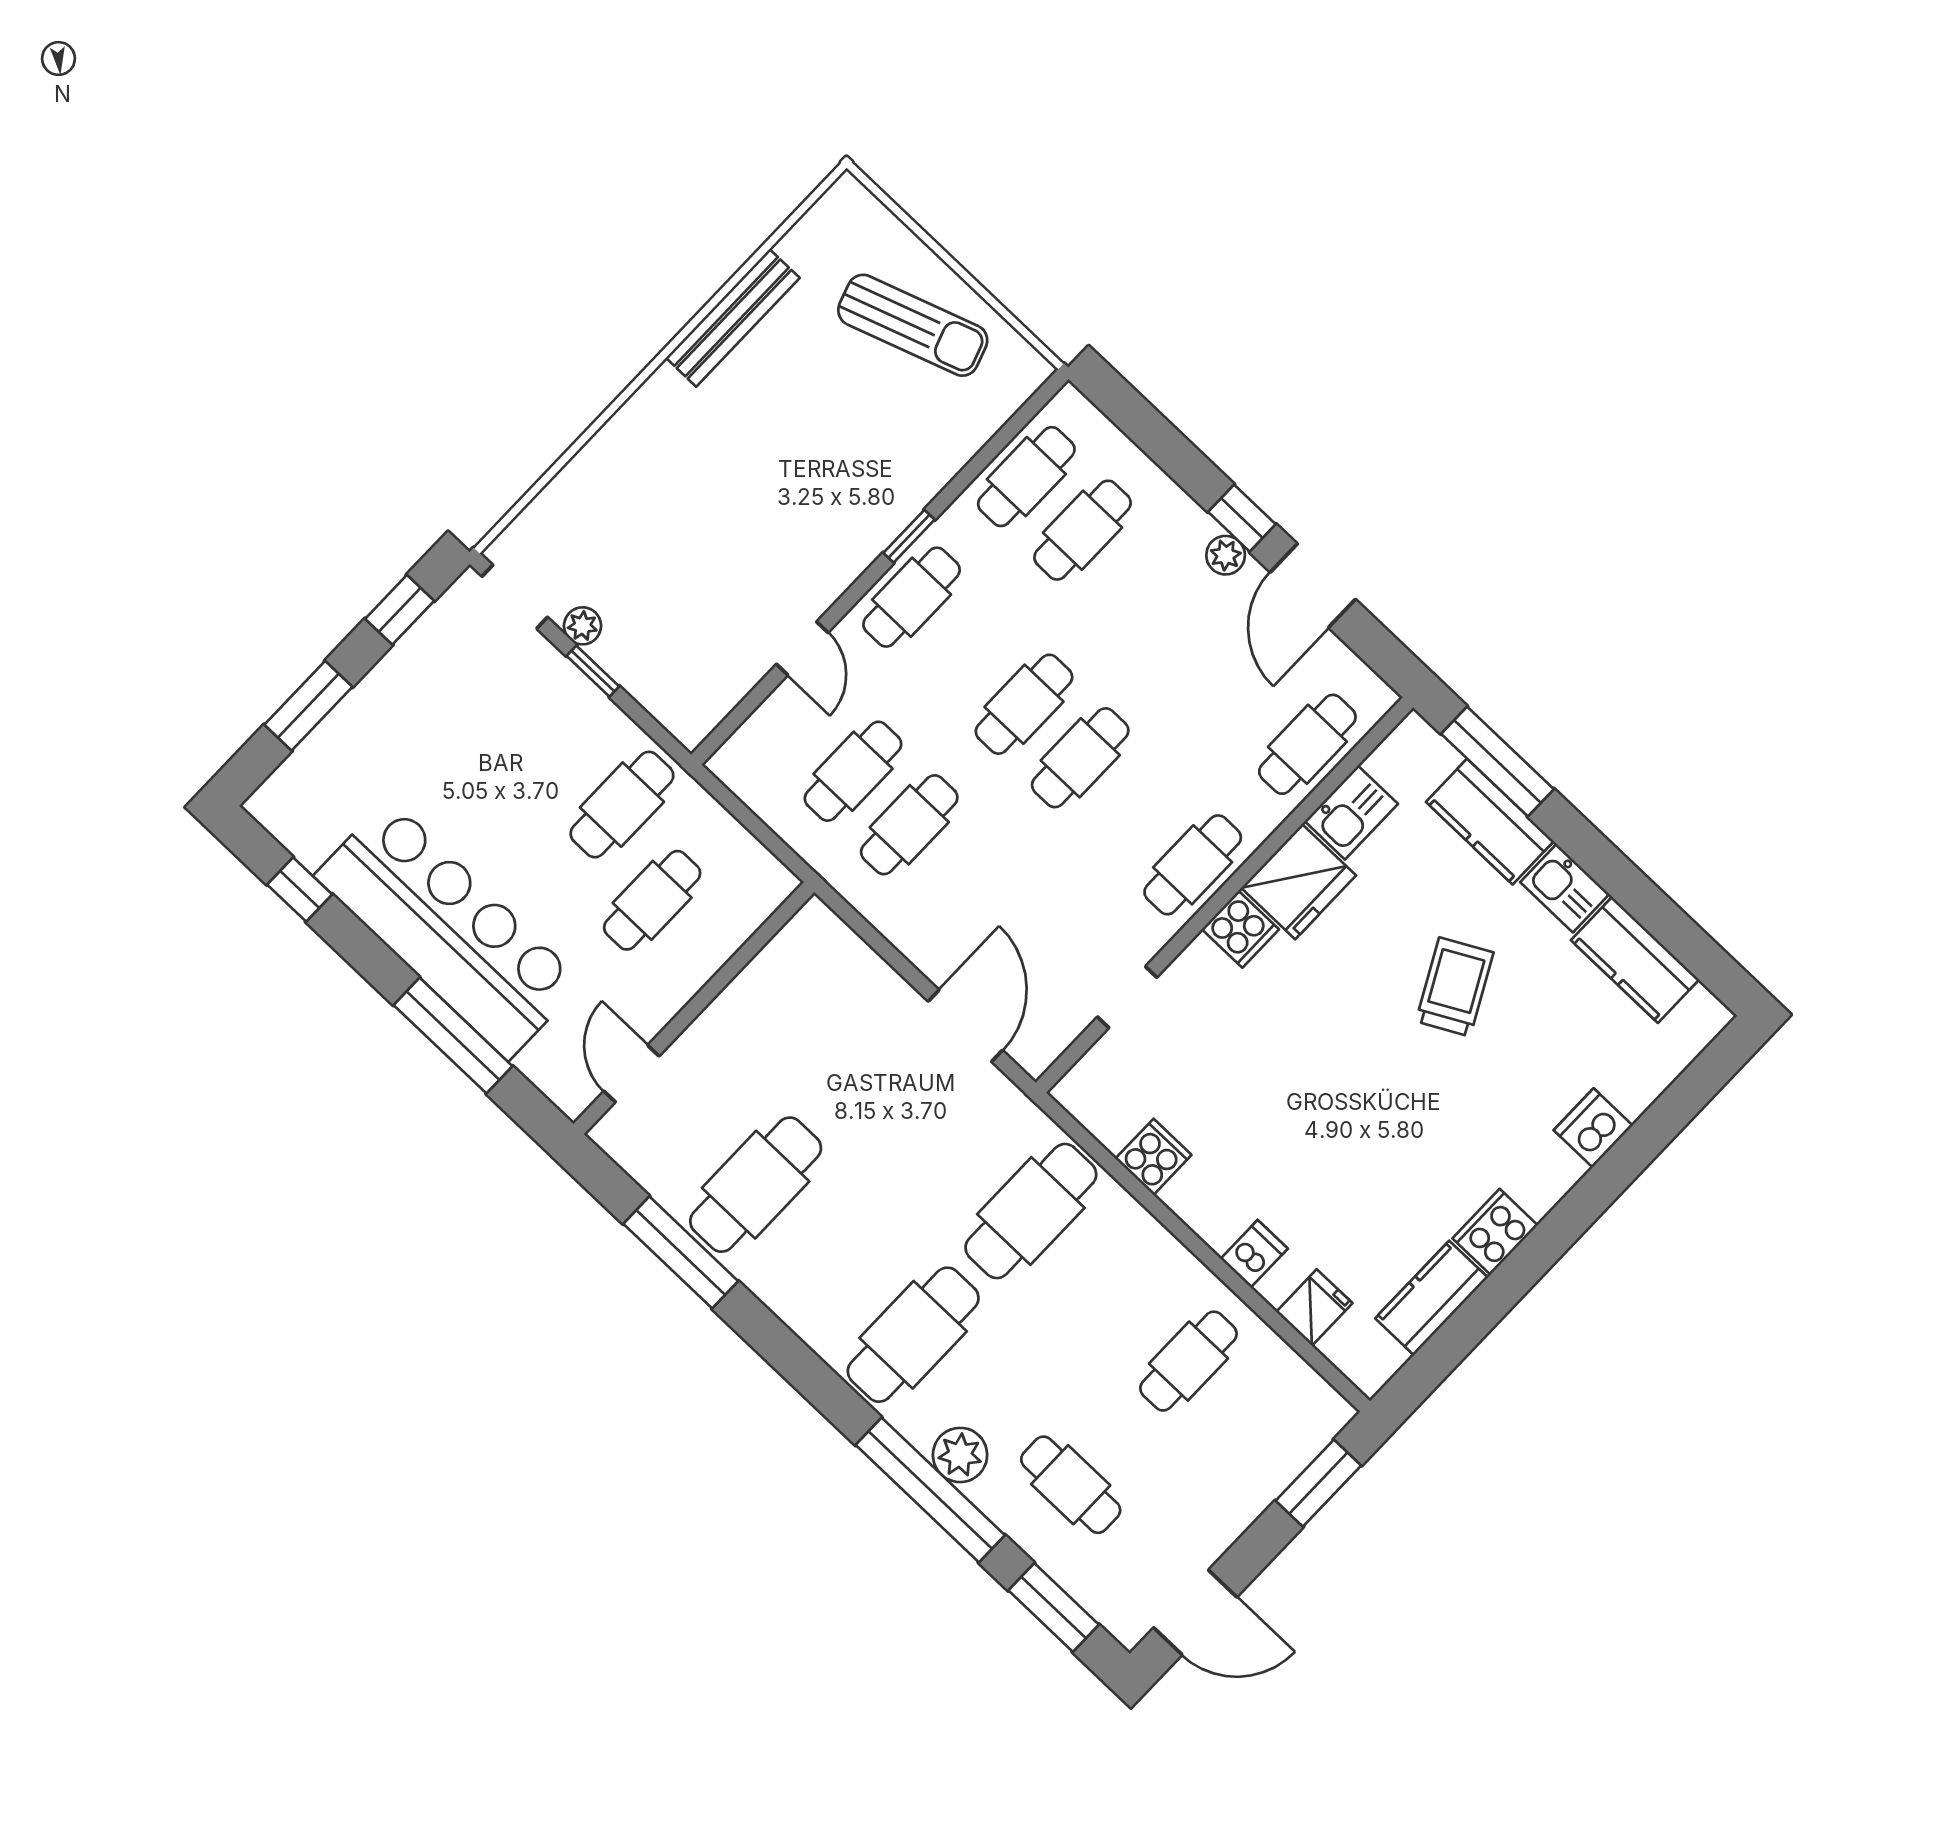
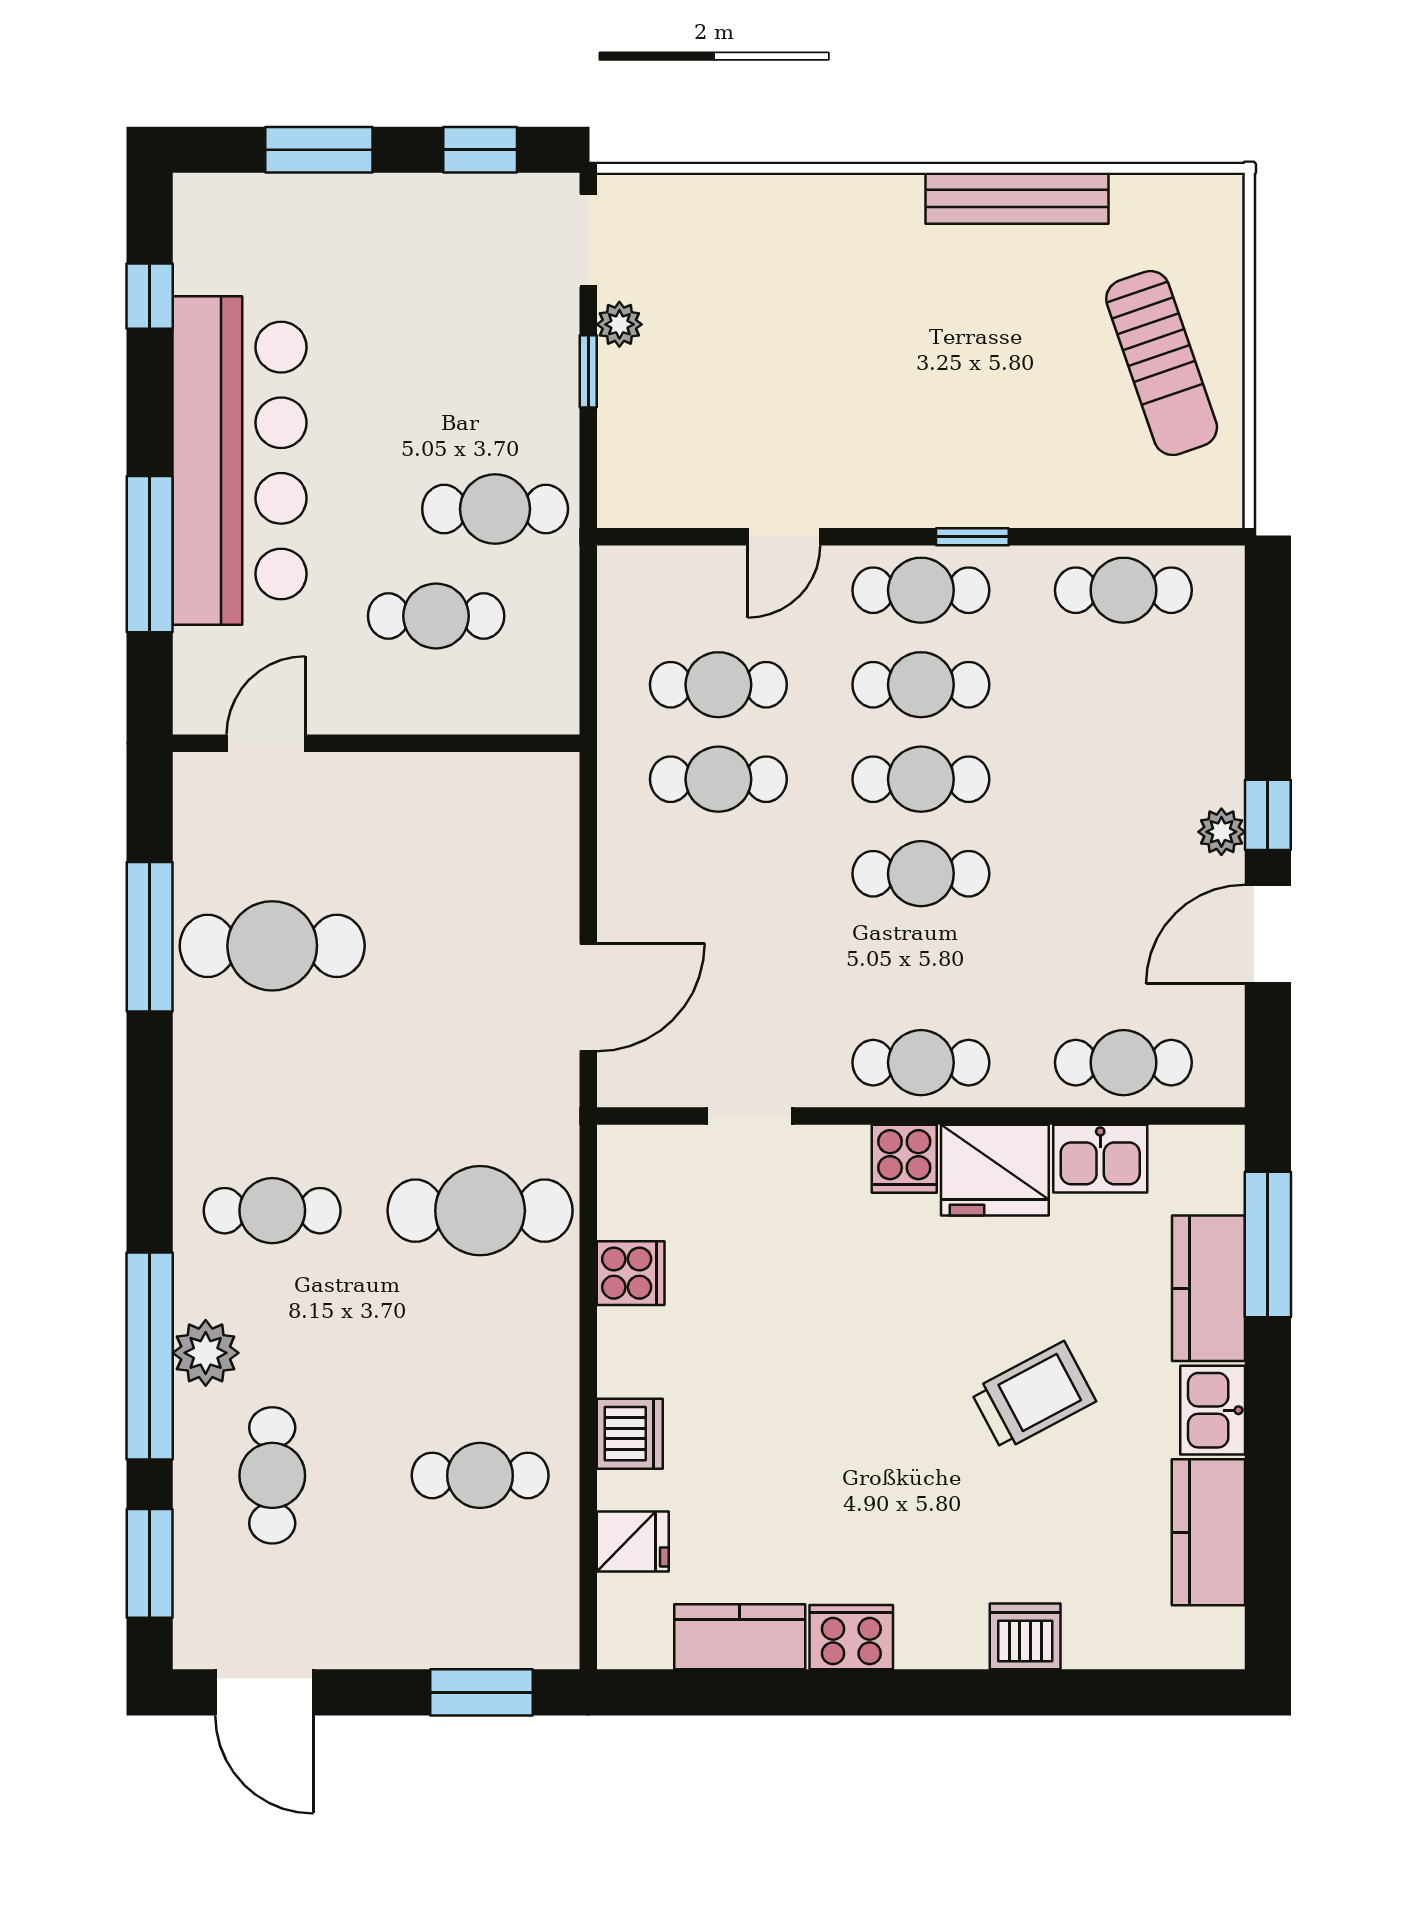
cafe table: (1083, 530) -> (921, 685), moved
dishwasher: (1254, 1254) -> (630, 1434), width x1.38
cafe table: (913, 1335) -> (272, 1211), width x0.73, depth x0.74

